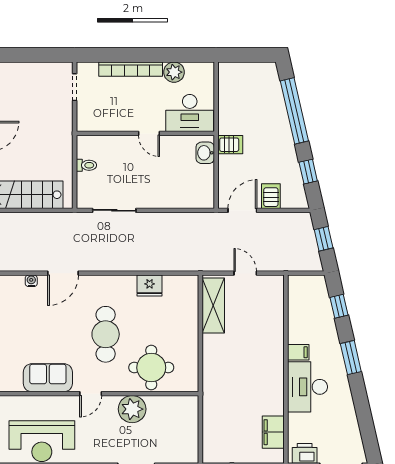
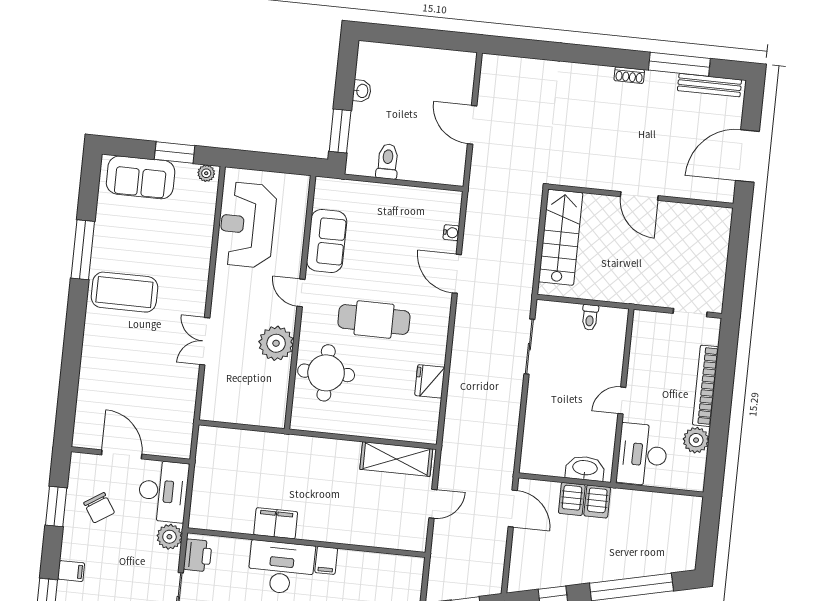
washbasin: (205, 153) -> (585, 468), width x1.38
server rack: (271, 196) -> (572, 499), moved, turned 90
filing cabinet: (273, 432) -> (276, 523), moved

